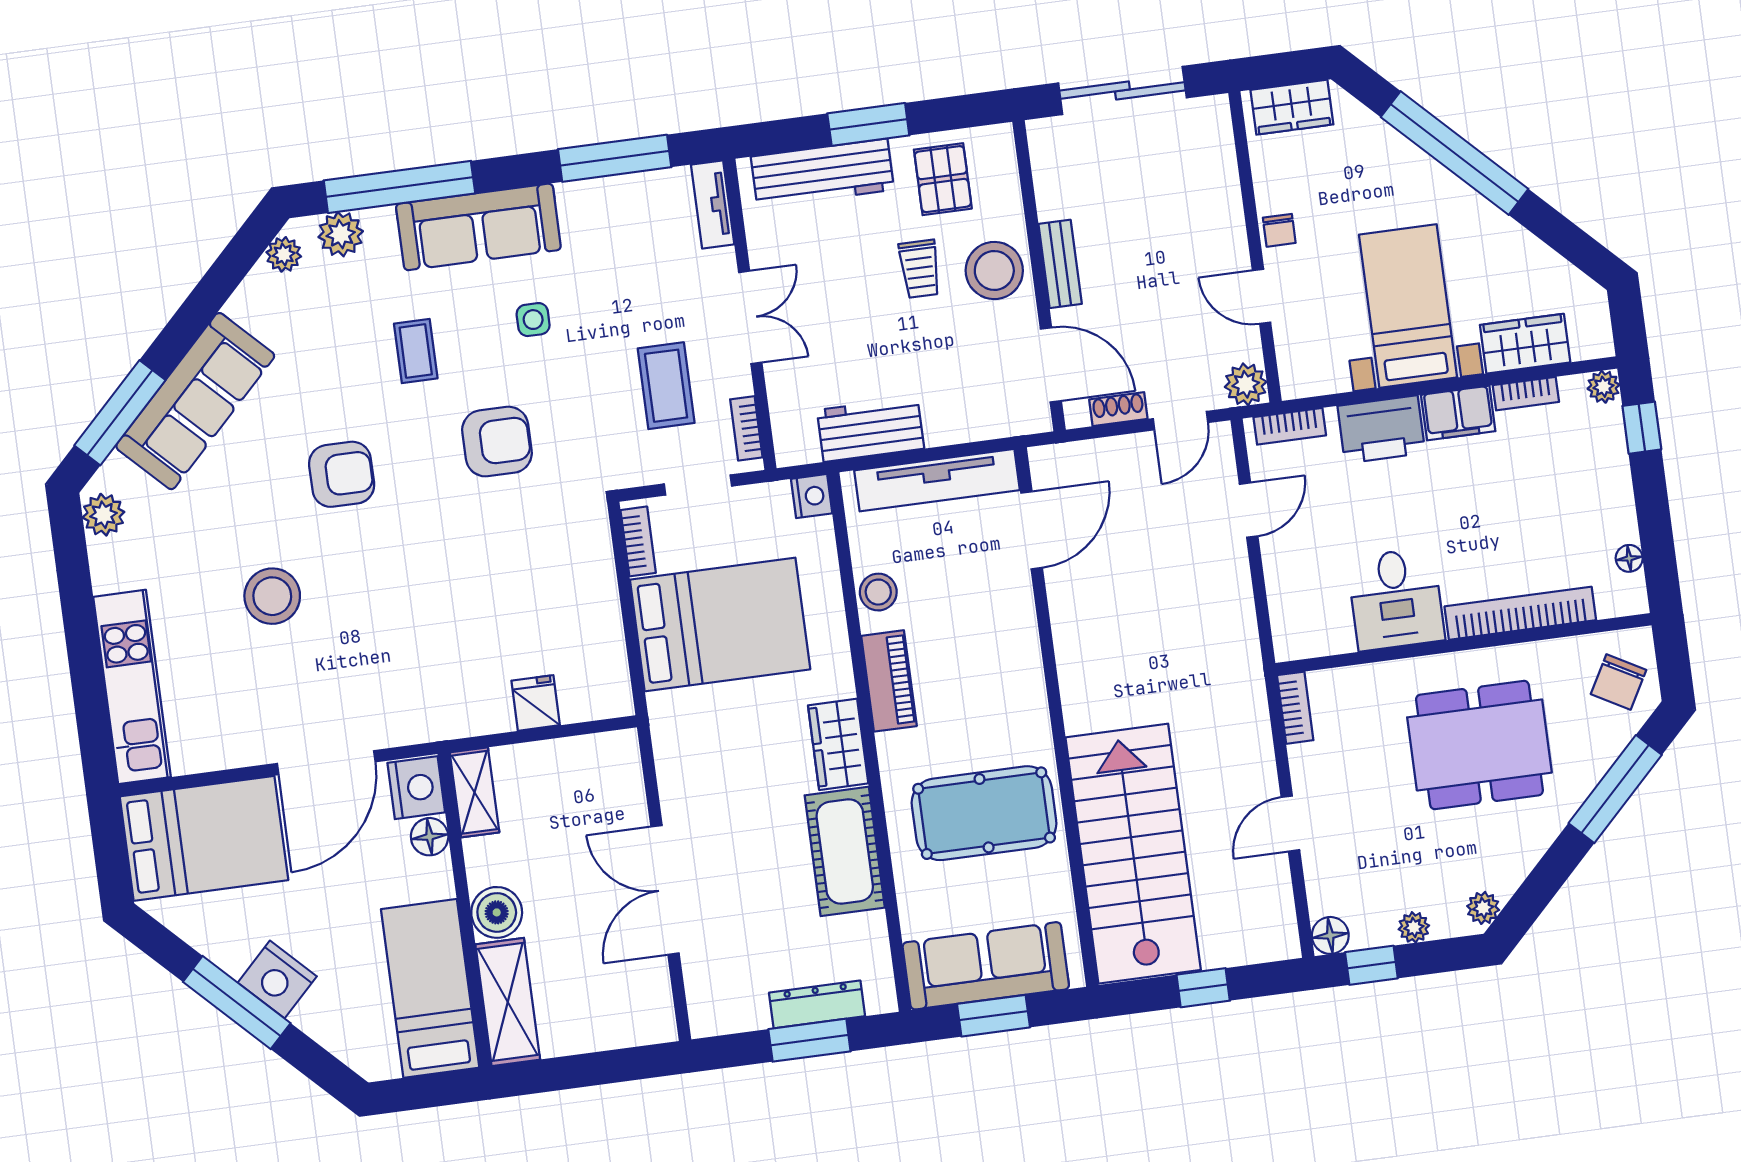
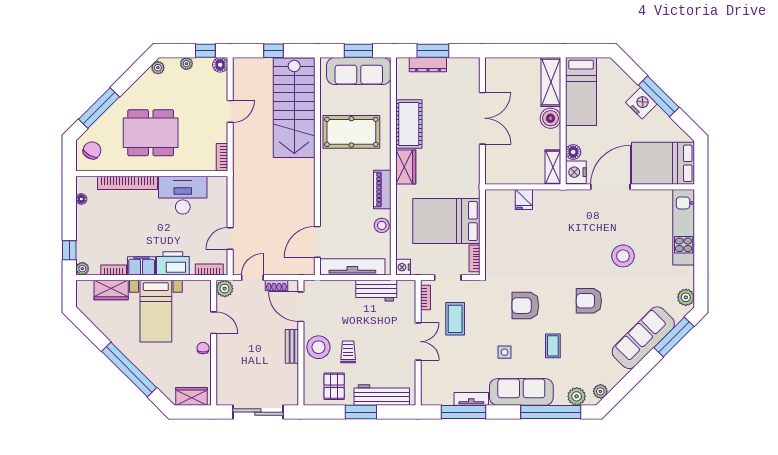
tv unit: (713, 205) -> (471, 399), moved, turned -90
double door: (750, 317) -> (418, 342), swing flipped
desk: (1396, 599) -> (183, 195), width x1.37

